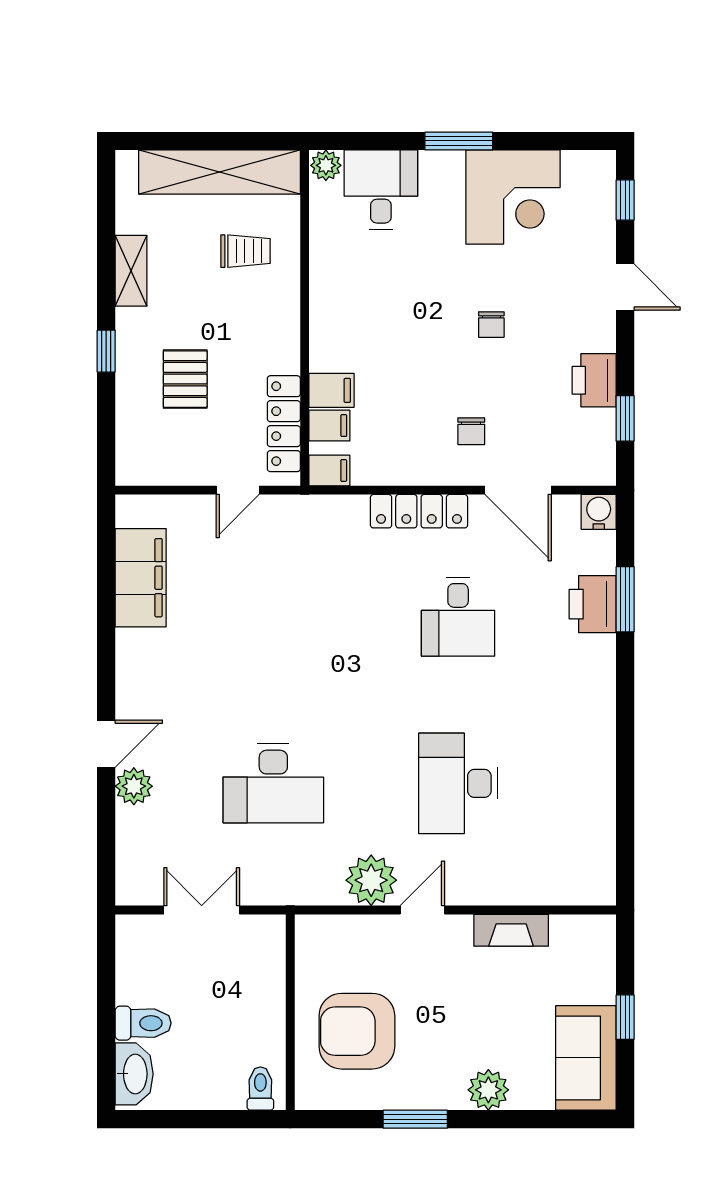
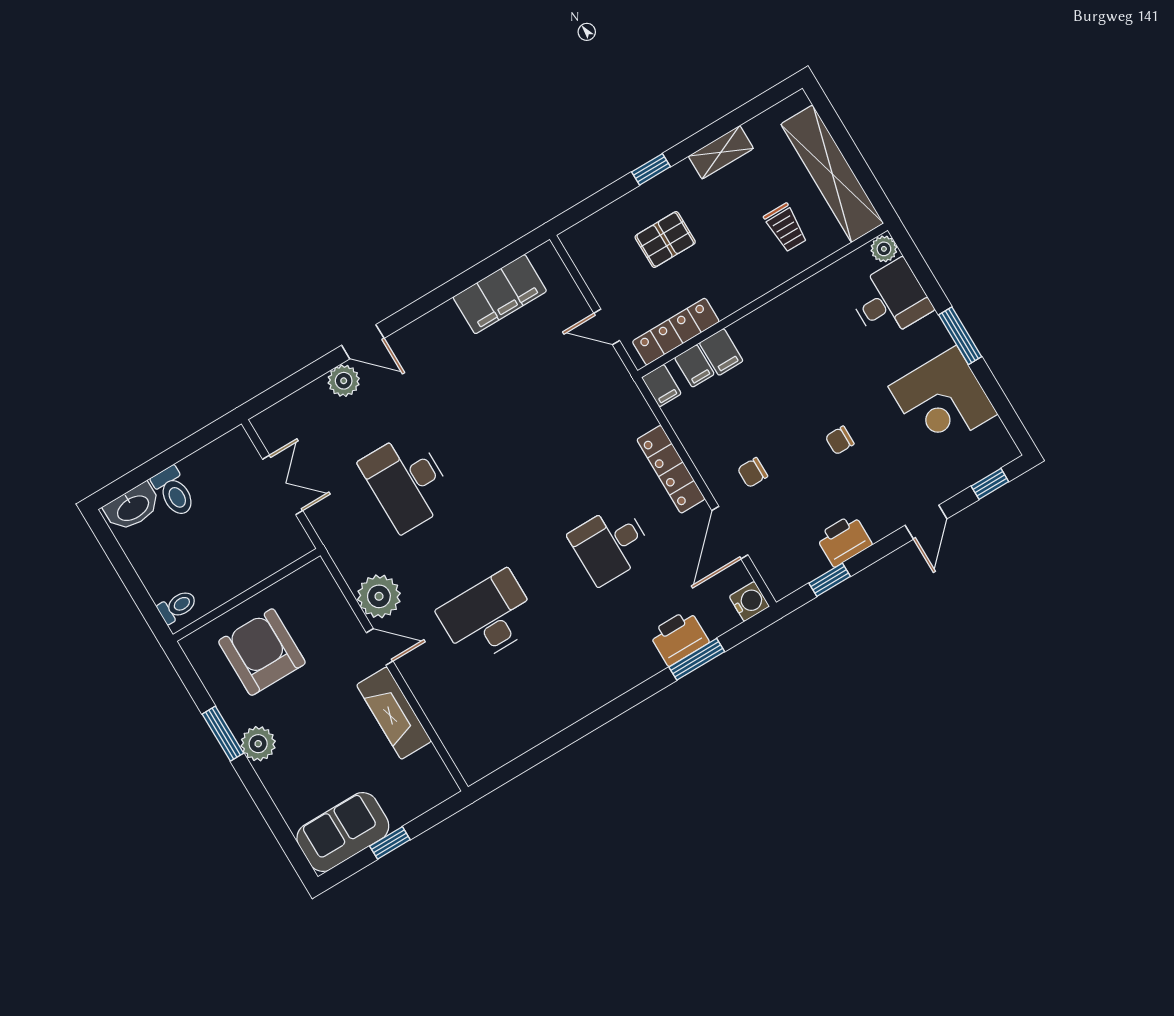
fireplace: (511, 930) -> (394, 713), width x1.37, depth x1.32
plant: (488, 1090) -> (258, 744), moved

